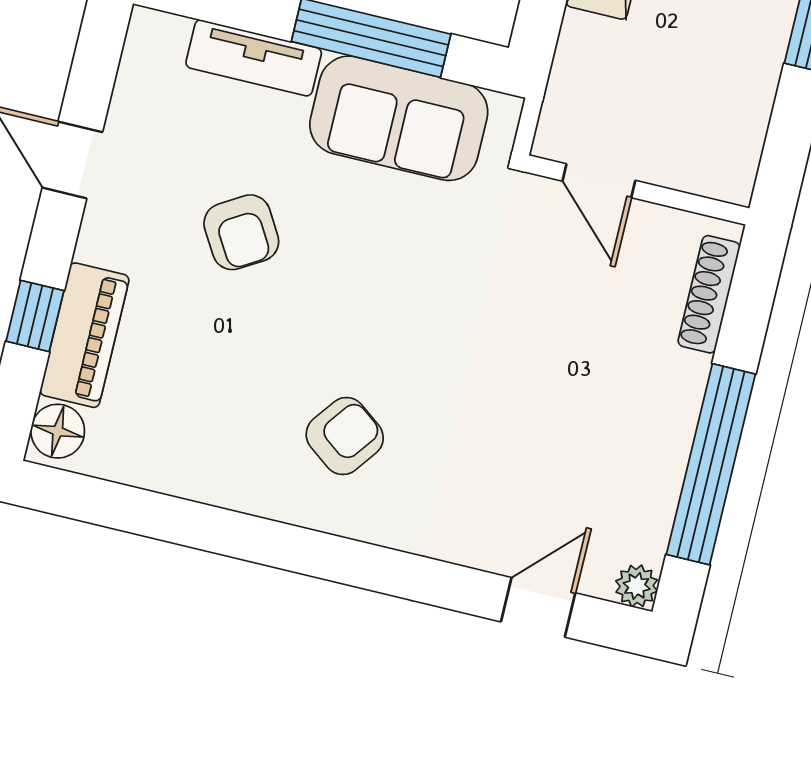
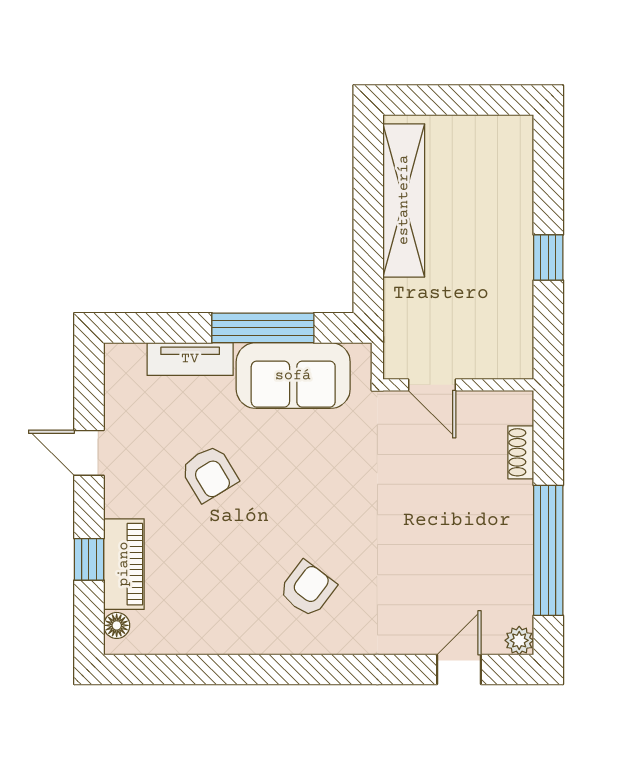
shoe rack: (709, 294) -> (521, 452), width x0.70
floor lamp: (58, 431) -> (117, 625), width x0.73, depth x0.73

